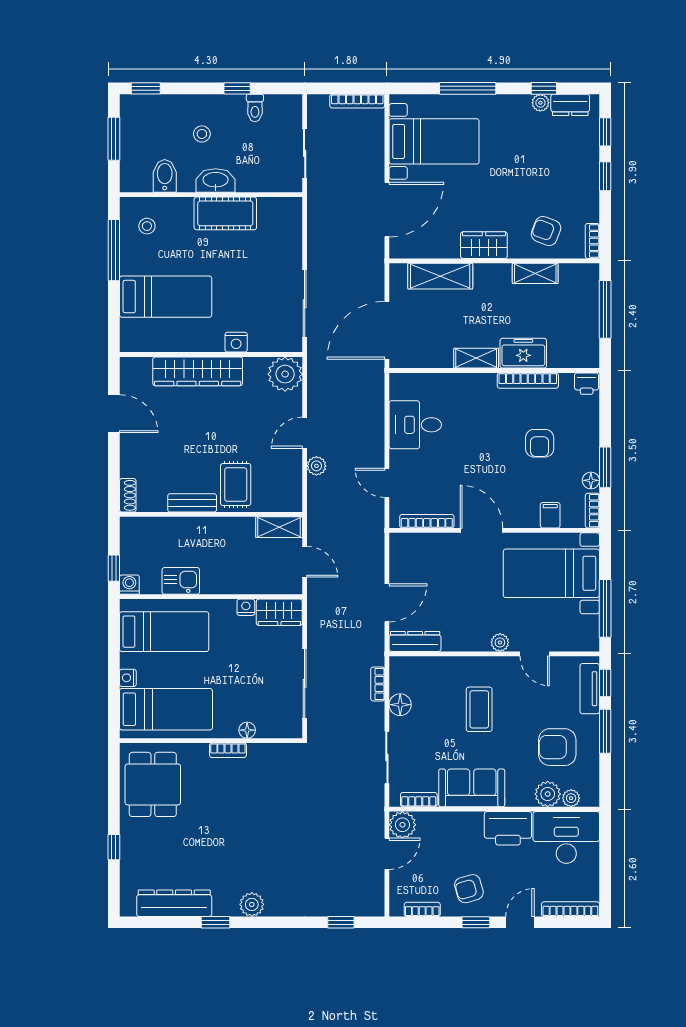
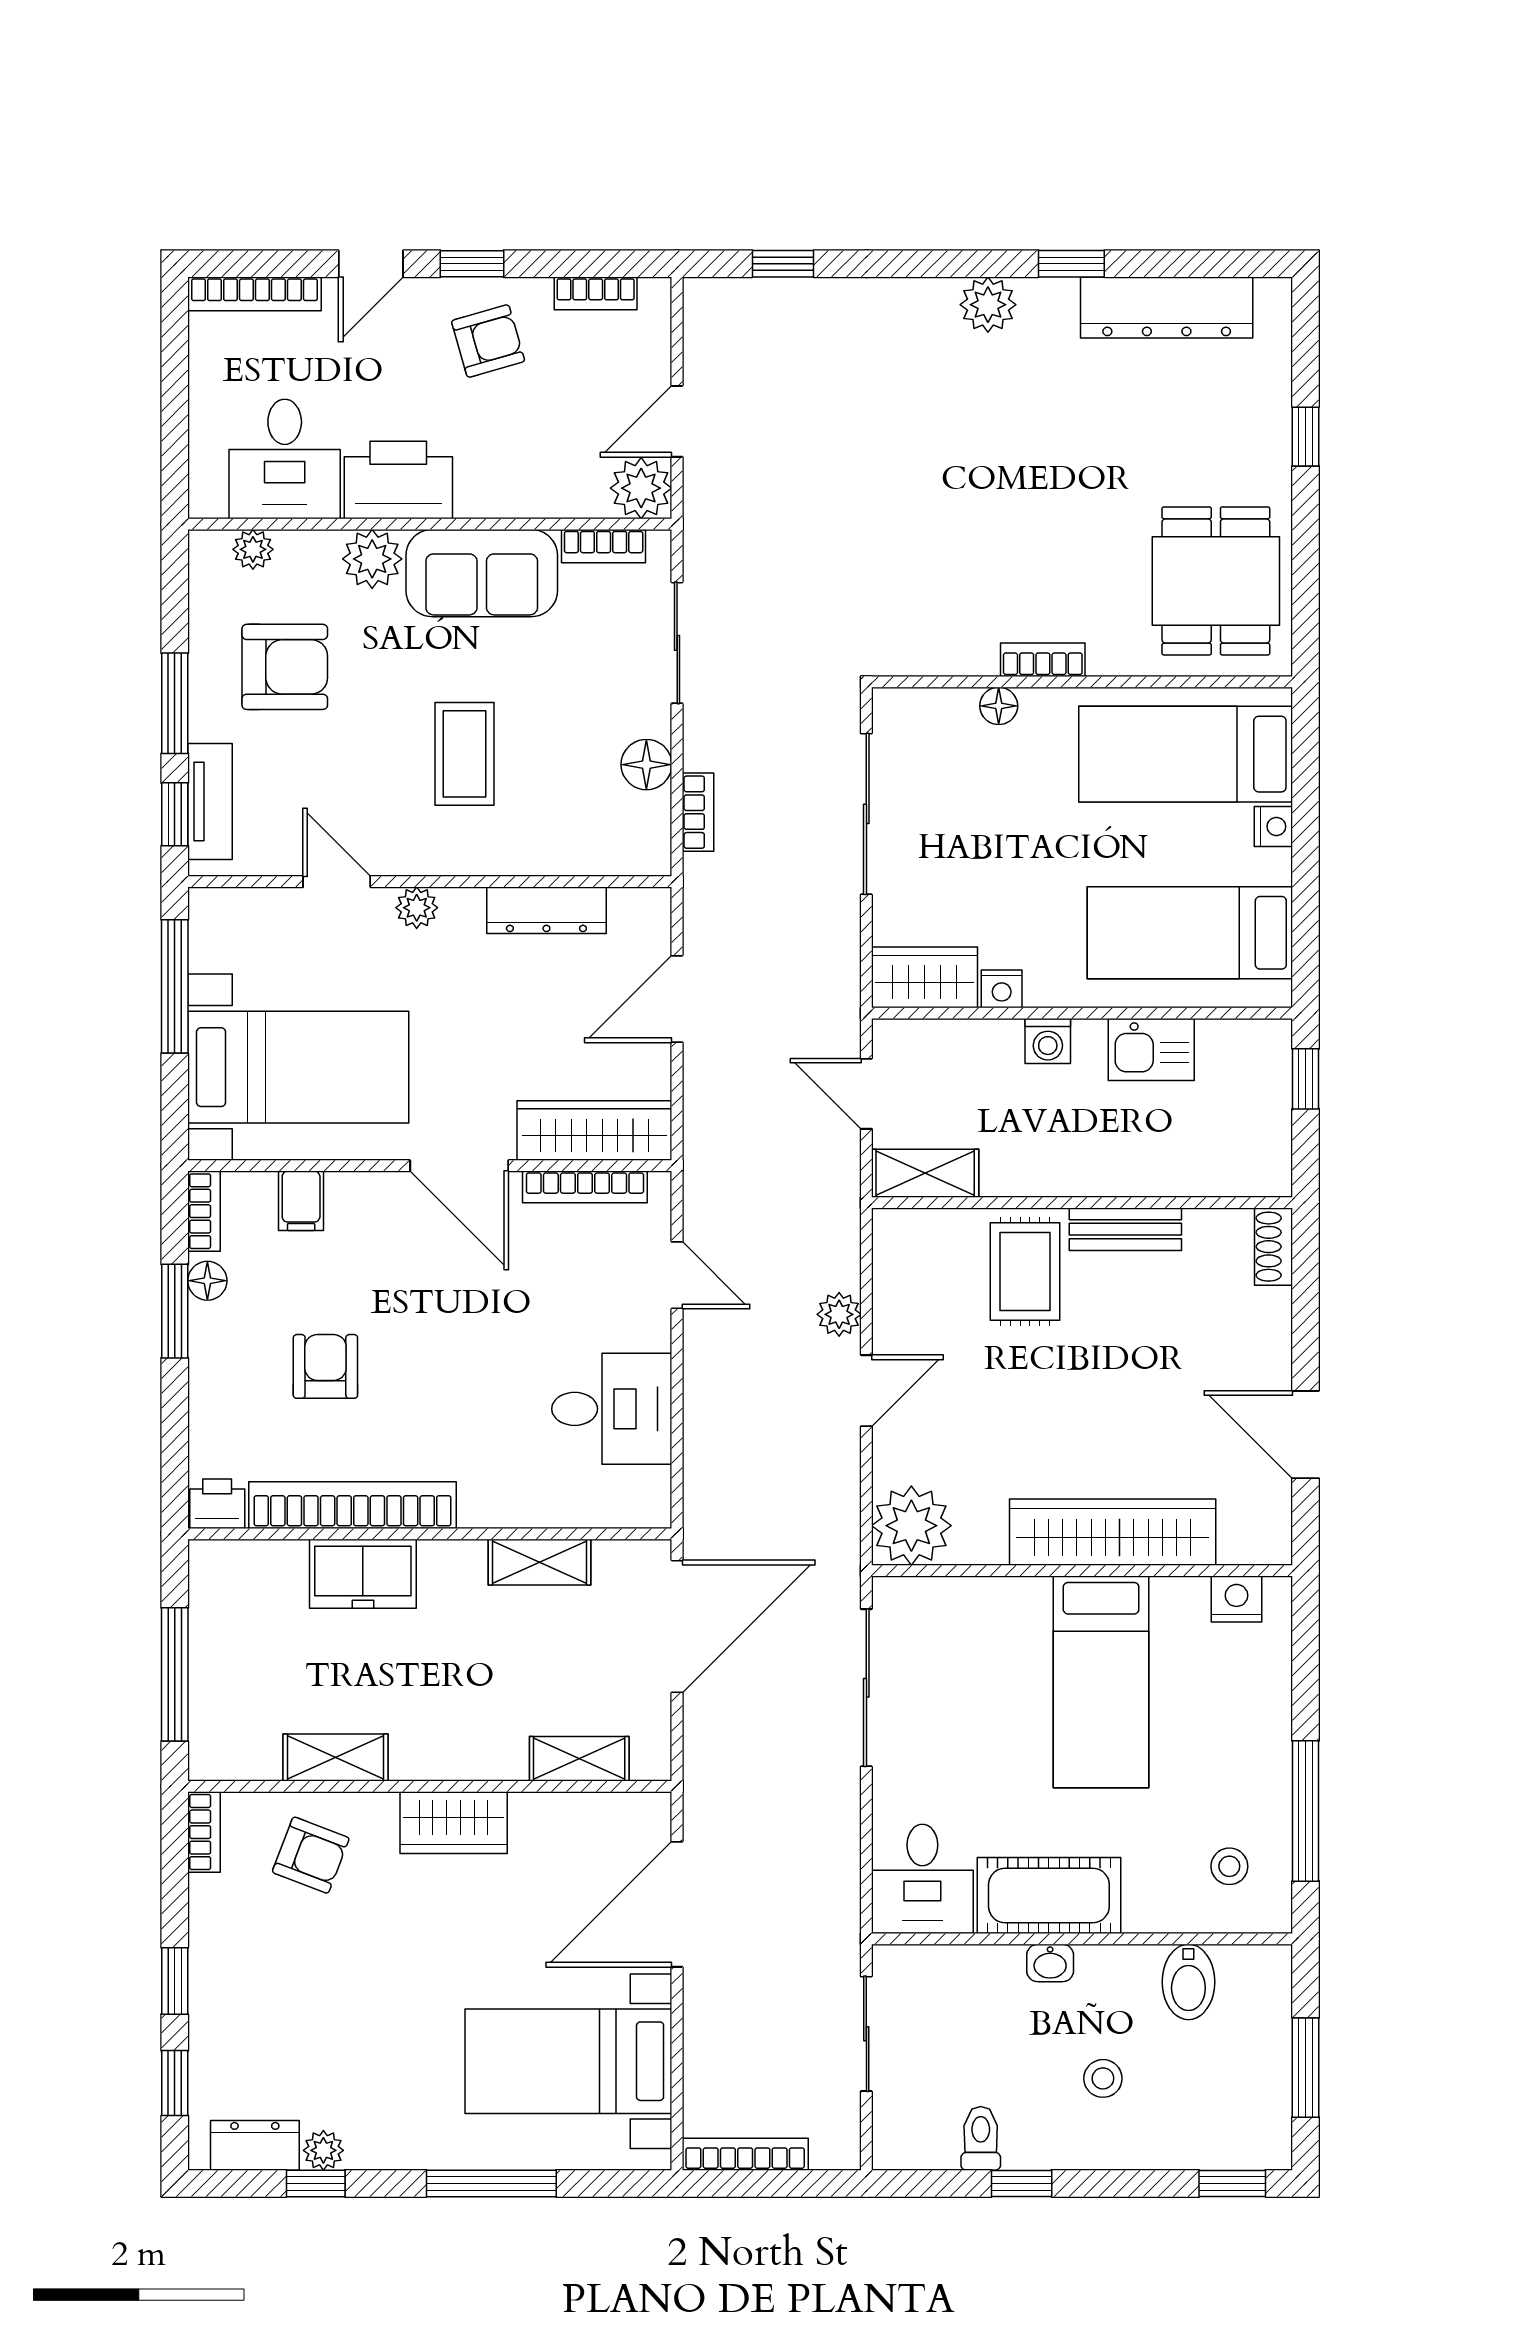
washbasin: (216, 180) -> (1050, 1963), width x0.52, depth x0.69
desk: (280, 221) -> (922, 1879), added
shelving: (440, 276) -> (579, 1759), width x0.67, depth x0.75
bed: (166, 297) -> (1101, 1682), moved, turned -90
nightstand: (236, 342) -> (1237, 1599), moved
shelving: (476, 358) -> (539, 1562), moved
bookcase: (528, 381) -> (353, 1505), width x1.48, depth x1.31
wardrobe: (423, 546) -> (594, 1131), added
washing machine: (129, 585) -> (1048, 1041), moved
dresser: (415, 641) -> (546, 910), moved
plant: (548, 794) -> (372, 559), moved
desk: (566, 837) -> (285, 459), width x0.73

